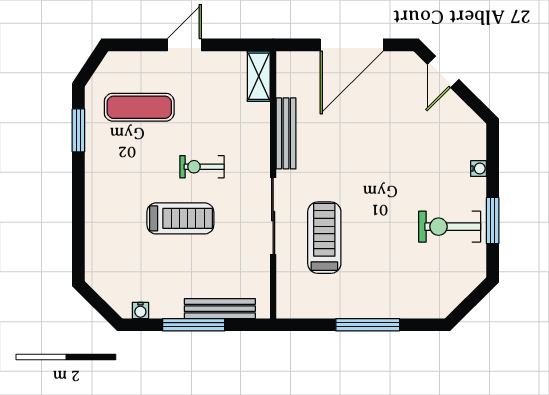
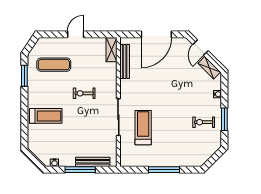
shelving: (461, 114) -> (209, 68), added
bench: (286, 133) -> (125, 62), moved
treadmill: (180, 218) -> (46, 116), moved
exercise bike: (450, 227) -> (204, 122), width x0.73, depth x0.72

